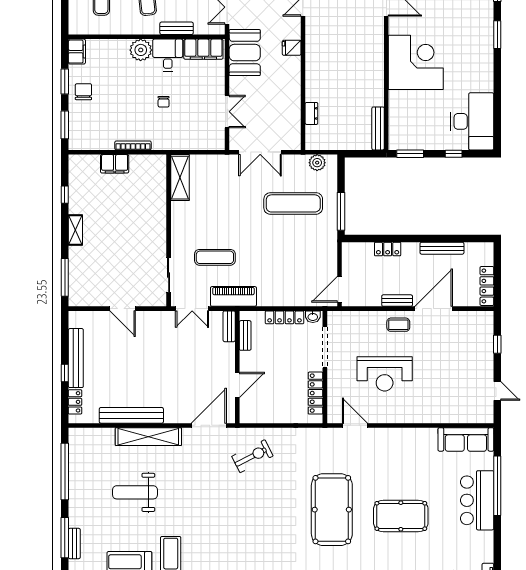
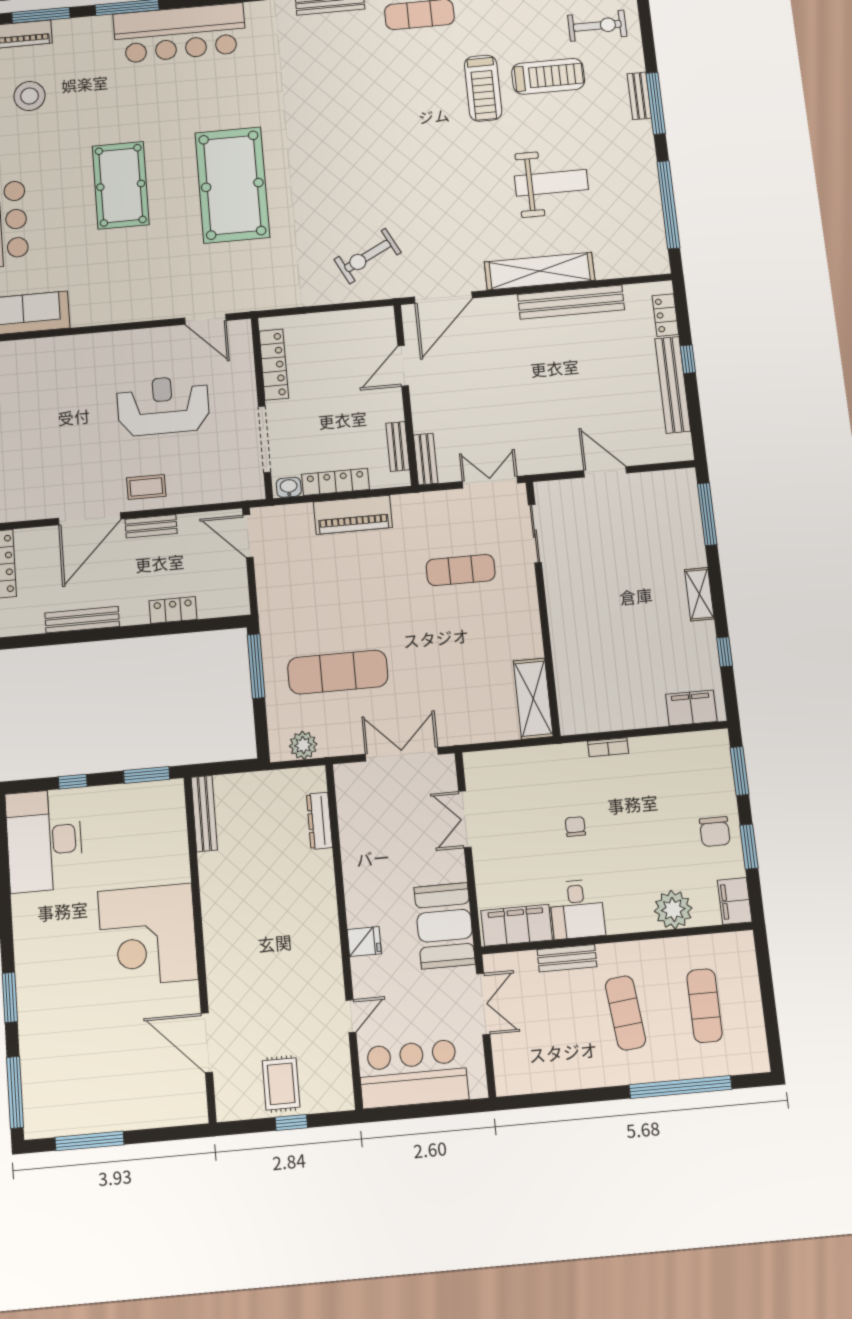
plant: (141, 50) -> (673, 910), moved
dresser: (311, 113) -> (319, 821), width x1.44
bookcase: (133, 145) -> (608, 747), width x0.64
filing cabinet: (115, 164) -> (691, 708), moved
door: (340, 289) -> (248, 536), swing flipped
piano: (233, 296) -> (353, 515), moved
pool table: (401, 516) -> (121, 185), turned 90

